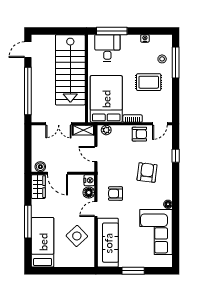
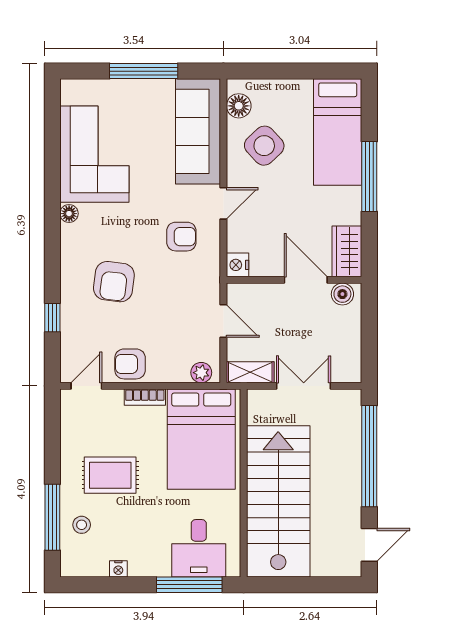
floor lamp: (89, 193) -> (239, 106), moved
window: (133, 271) -> (144, 71), width x1.44

